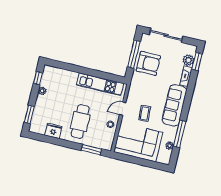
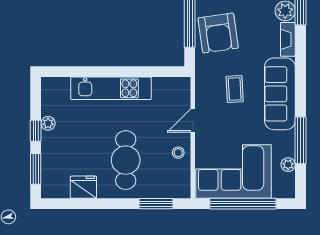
armchair: (148, 63) -> (218, 33), turned 82
window: (38, 78) -> (36, 131), moved
kitchen unit: (100, 84) -> (111, 88), moved
coffee table: (145, 113) -> (235, 89), moved
window: (139, 161) -> (243, 204), added

